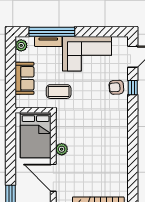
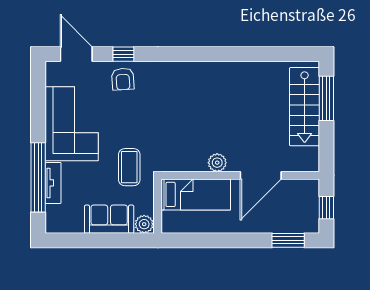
plant: (21, 45) -> (144, 224), moved
bed: (36, 135) -> (196, 194), width x0.67

